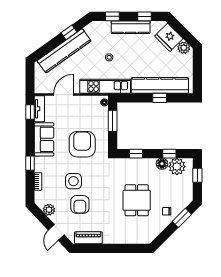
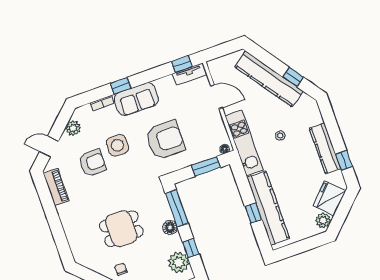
window: (112, 16) -> (330, 122), removed
sofa: (44, 139) -> (136, 99), moved
window: (136, 154) -> (177, 208), width x2.17
floor lamp: (162, 164) -> (170, 227), moved
armchair: (80, 204) -> (92, 163), turned 180

